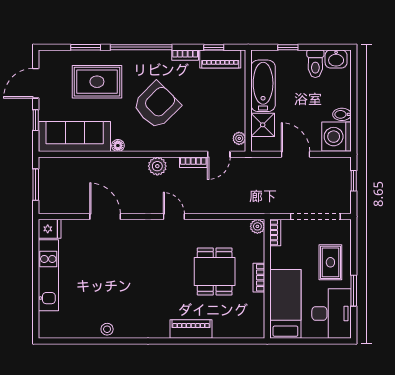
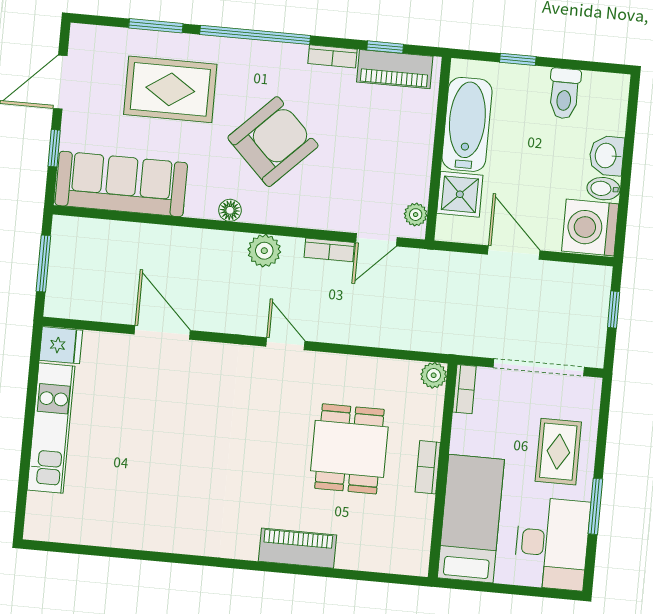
washbasin: (336, 59) -> (607, 156), moved, turned 90
floor lamp: (118, 146) -> (230, 210), moved
stool: (107, 329) -> (147, 534), removed

